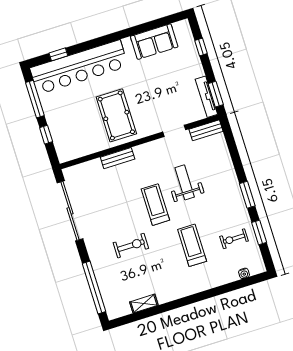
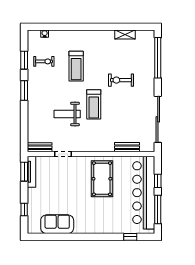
bar counter: (79, 67) -> (144, 193), moved, turned -90
bench: (118, 158) -> (127, 147), moved
weight bench: (185, 182) -> (67, 114), turned 90

